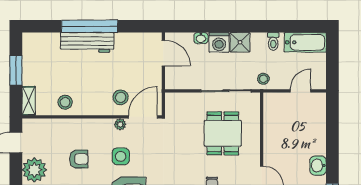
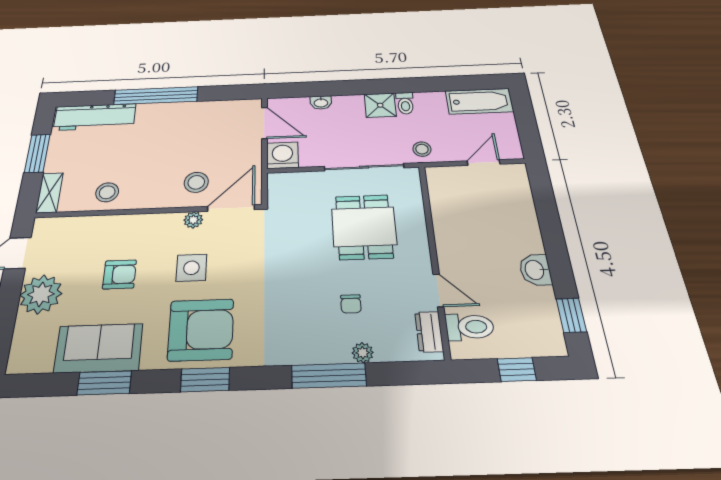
toilet: (273, 41) -> (405, 103), moved
workbench: (87, 42) -> (95, 117), moved
washing machine: (219, 42) -> (282, 155), moved, turned 180

